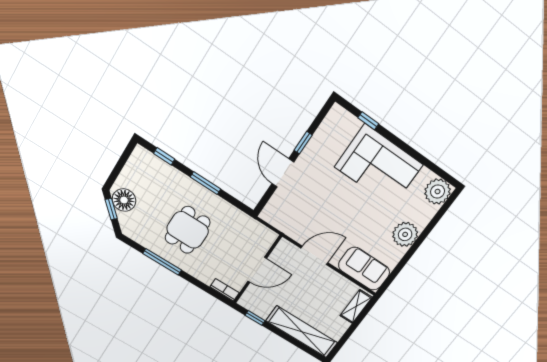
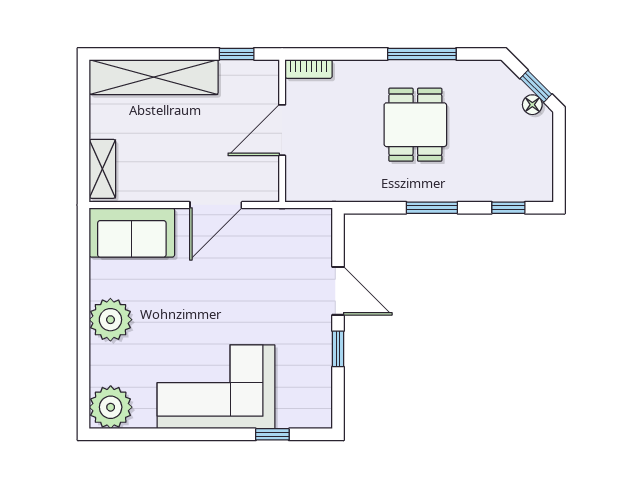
floor lamp: (124, 200) -> (532, 105), width x0.53, depth x0.53

